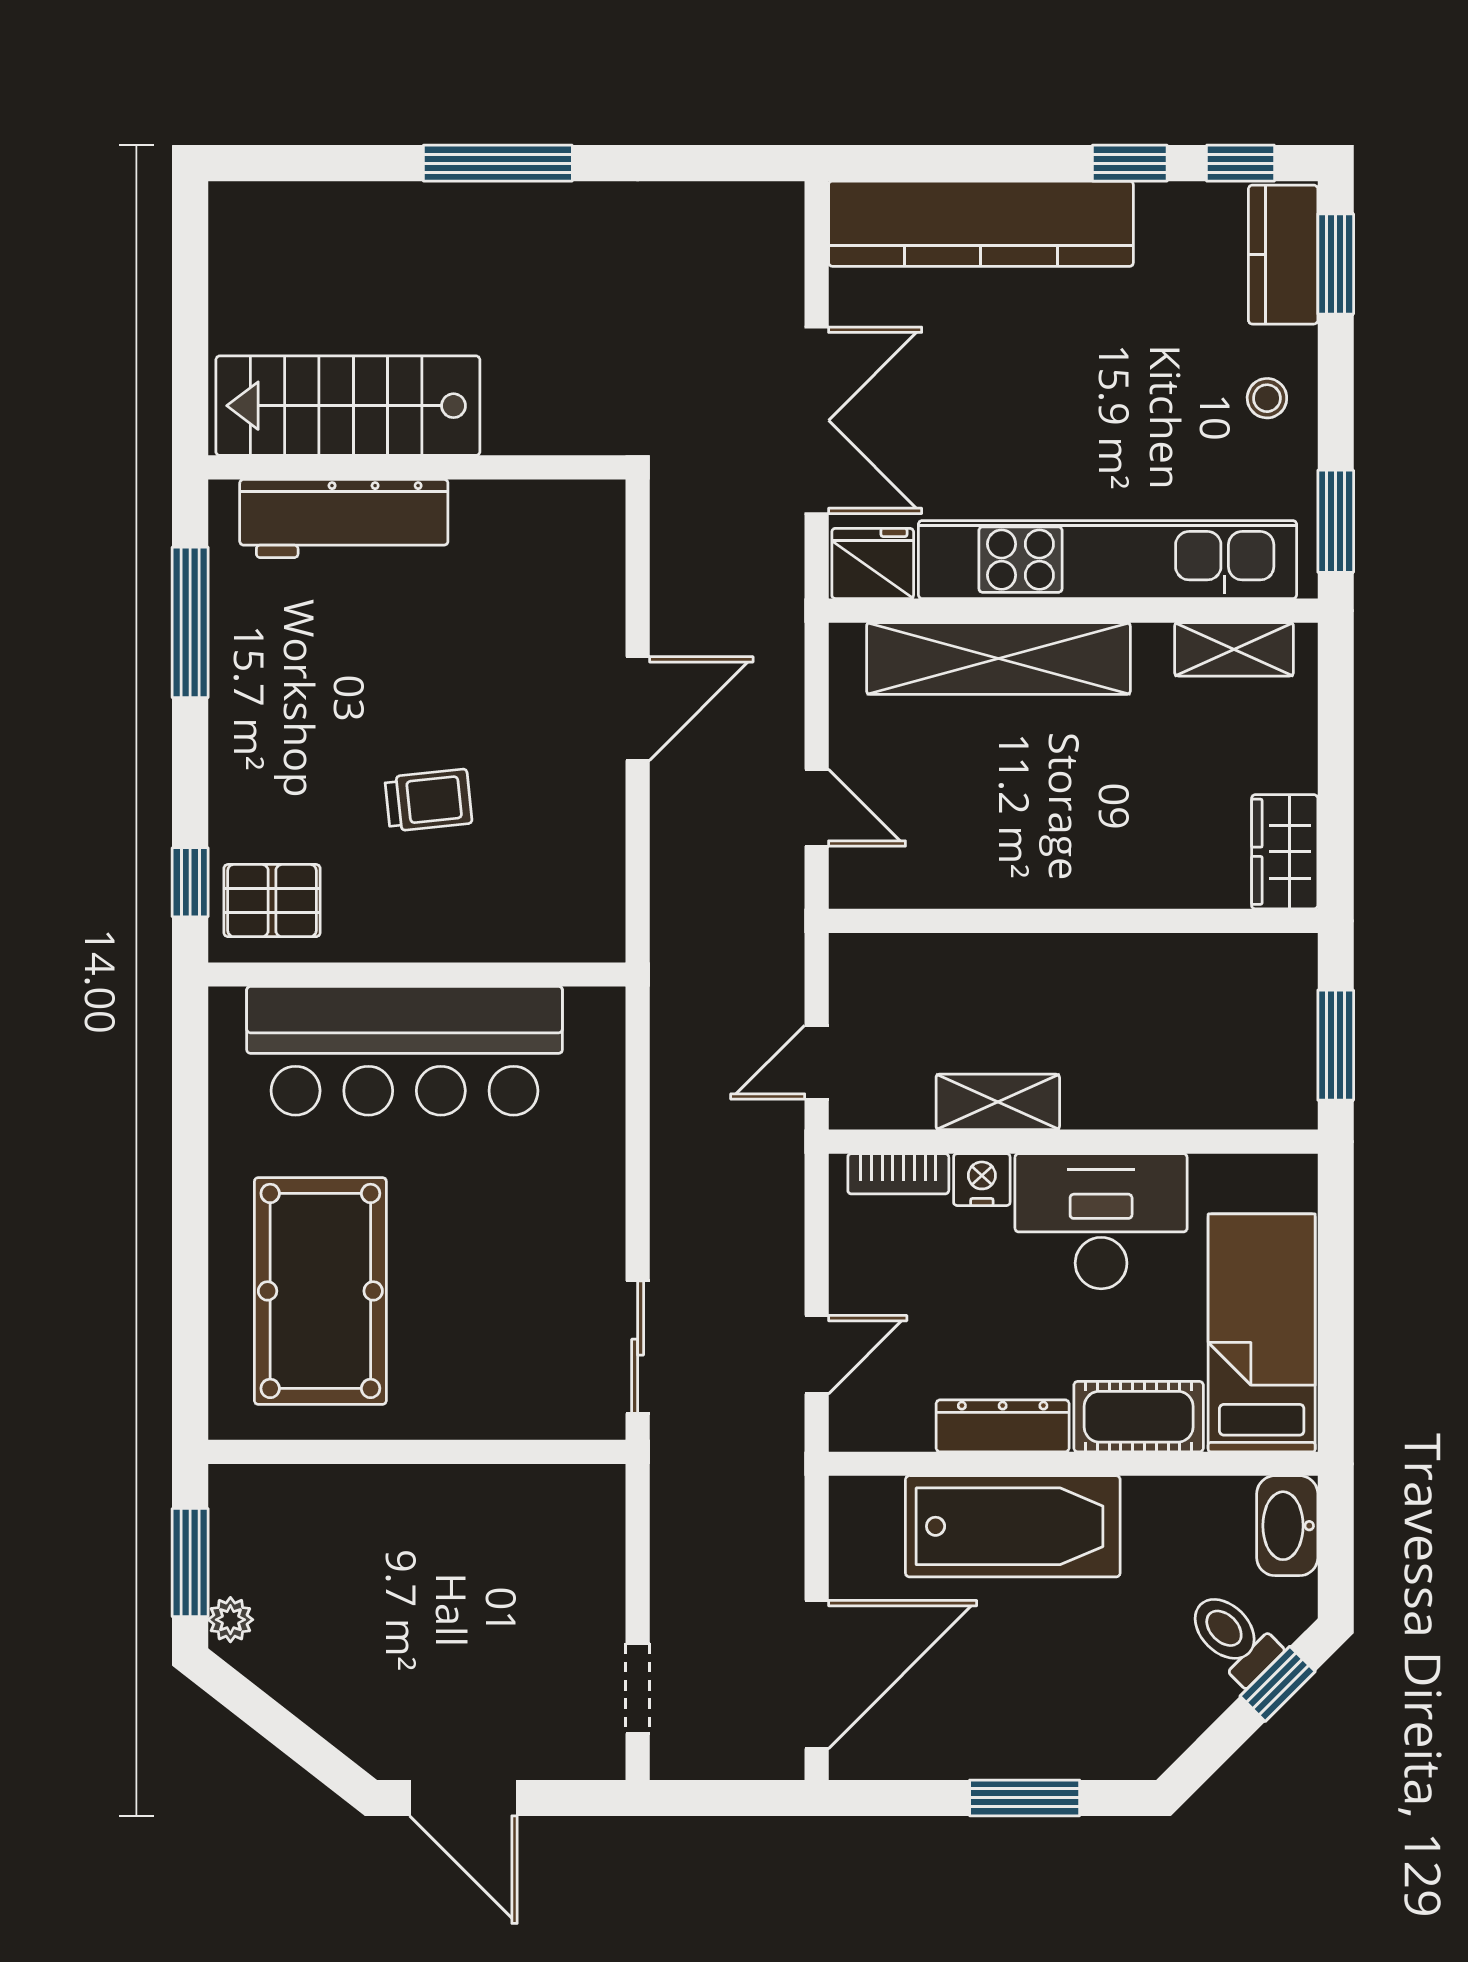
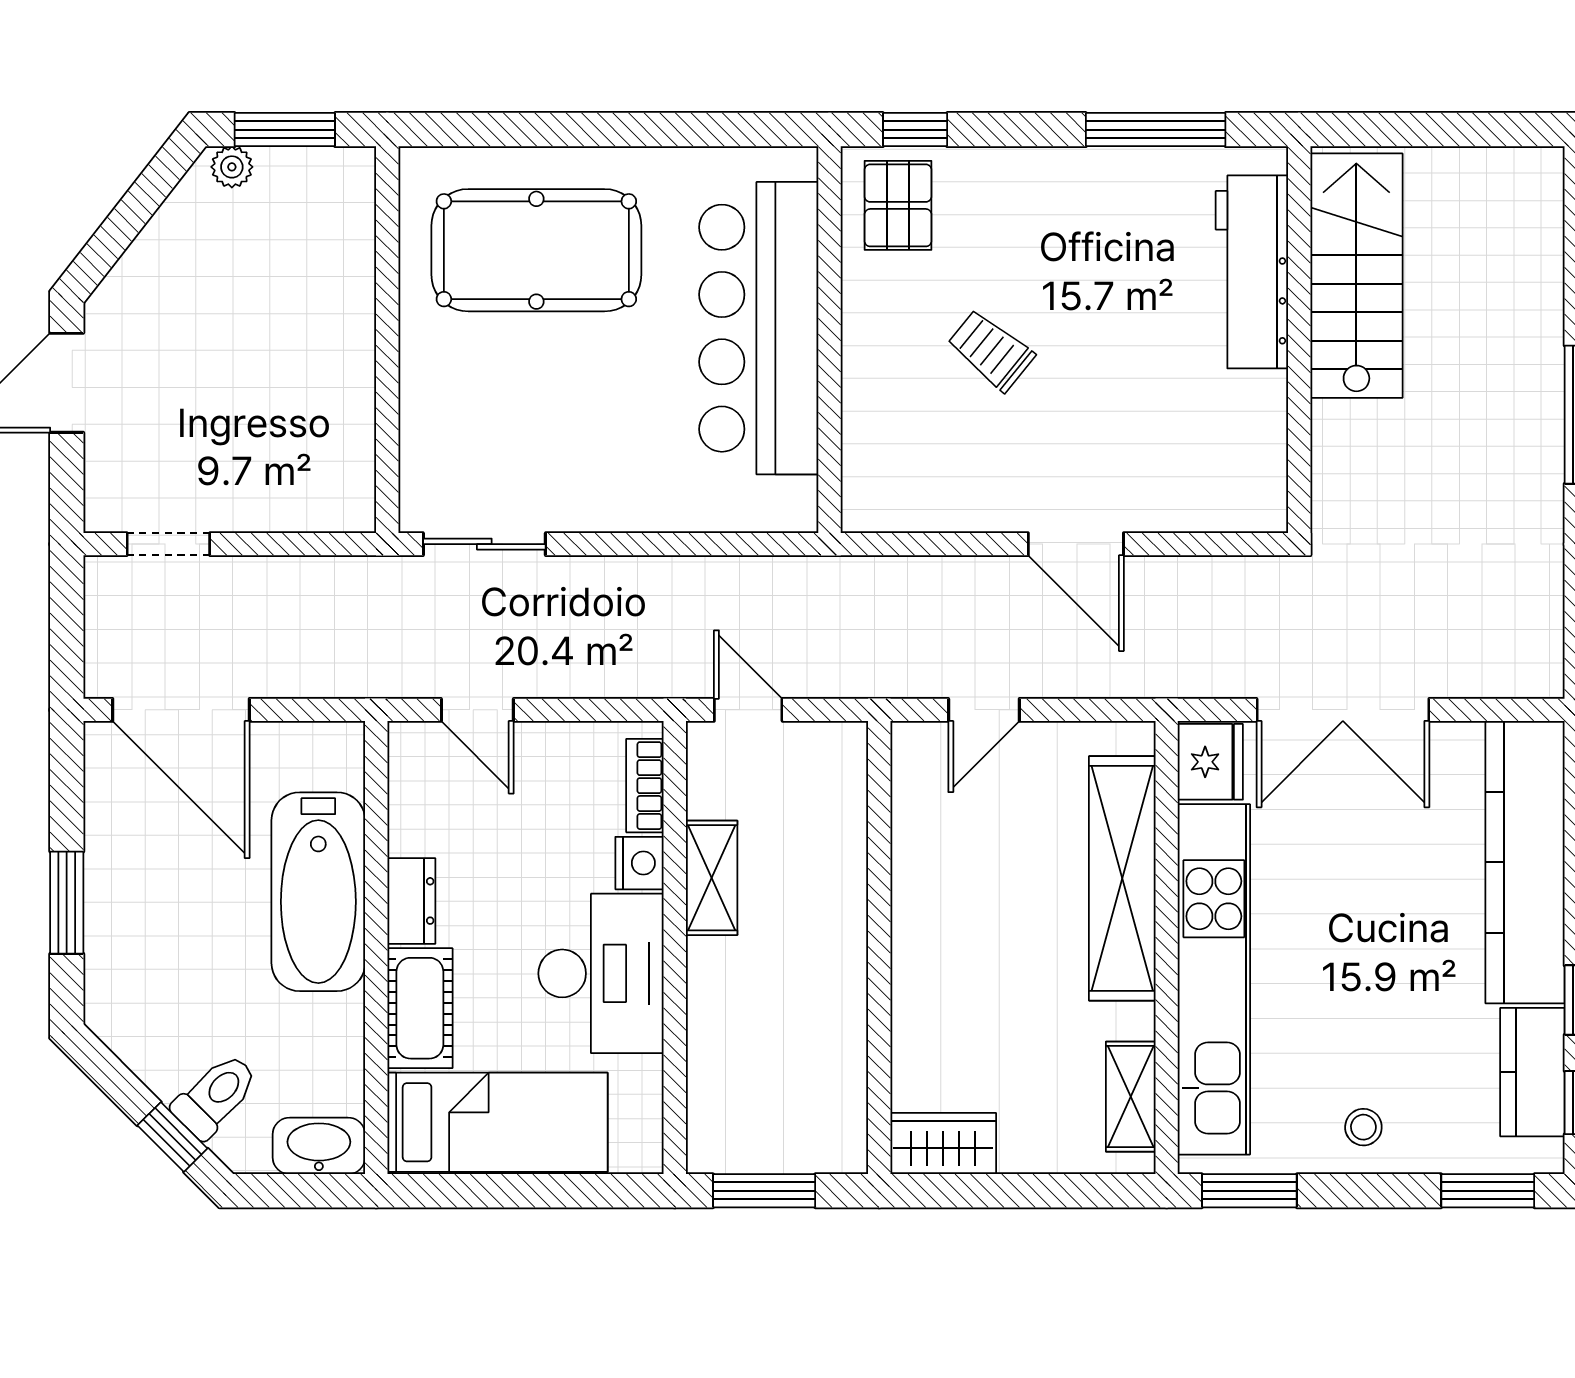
kitchen counter: (1283, 255) -> (1532, 1072), moved, turned -90
trolley: (428, 800) -> (991, 350), turned 135
dresser: (1003, 1426) -> (411, 901), width x0.70

